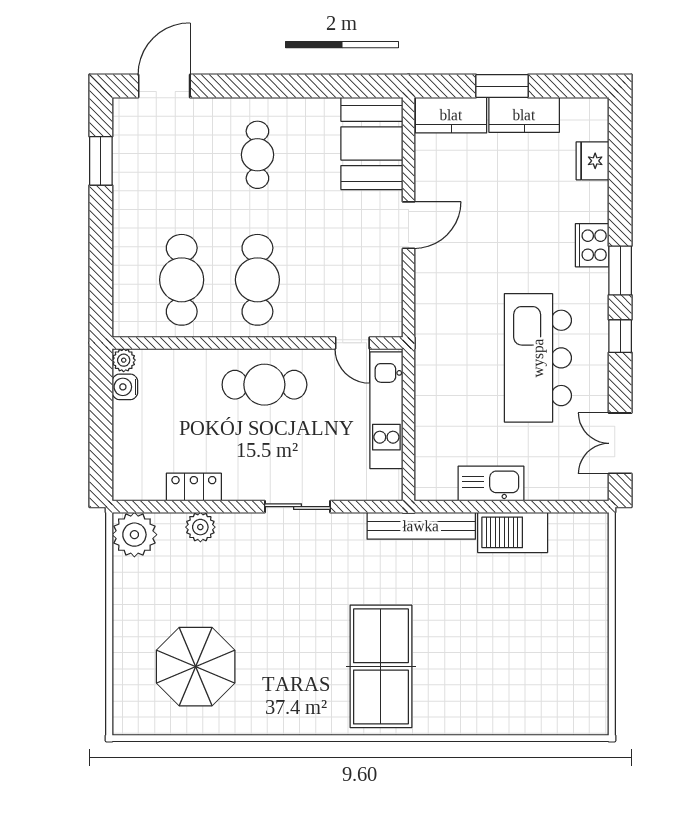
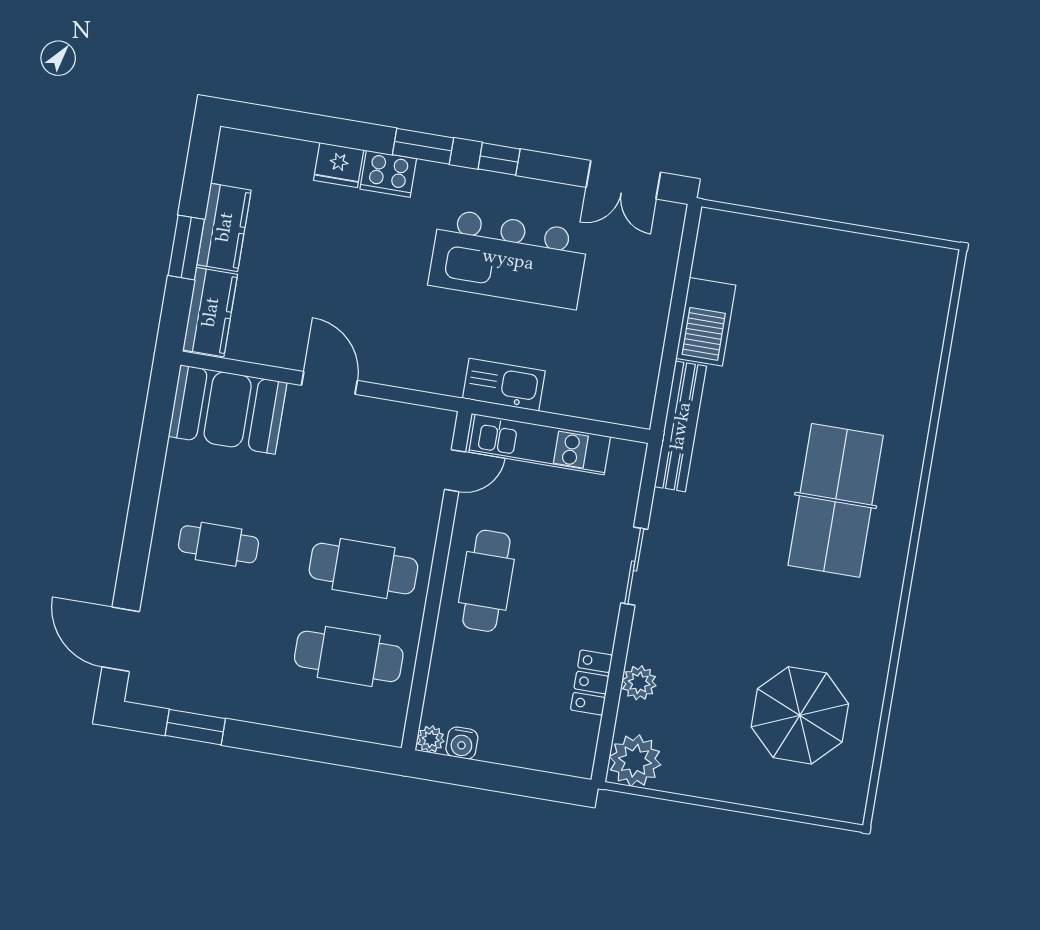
fridge: (593, 161) -> (339, 165), moved
kitchen sink: (491, 484) -> (504, 385), moved, turned 90
table tennis table: (381, 666) -> (836, 500), turned 90

